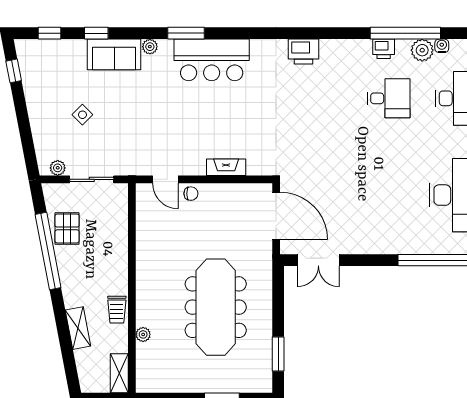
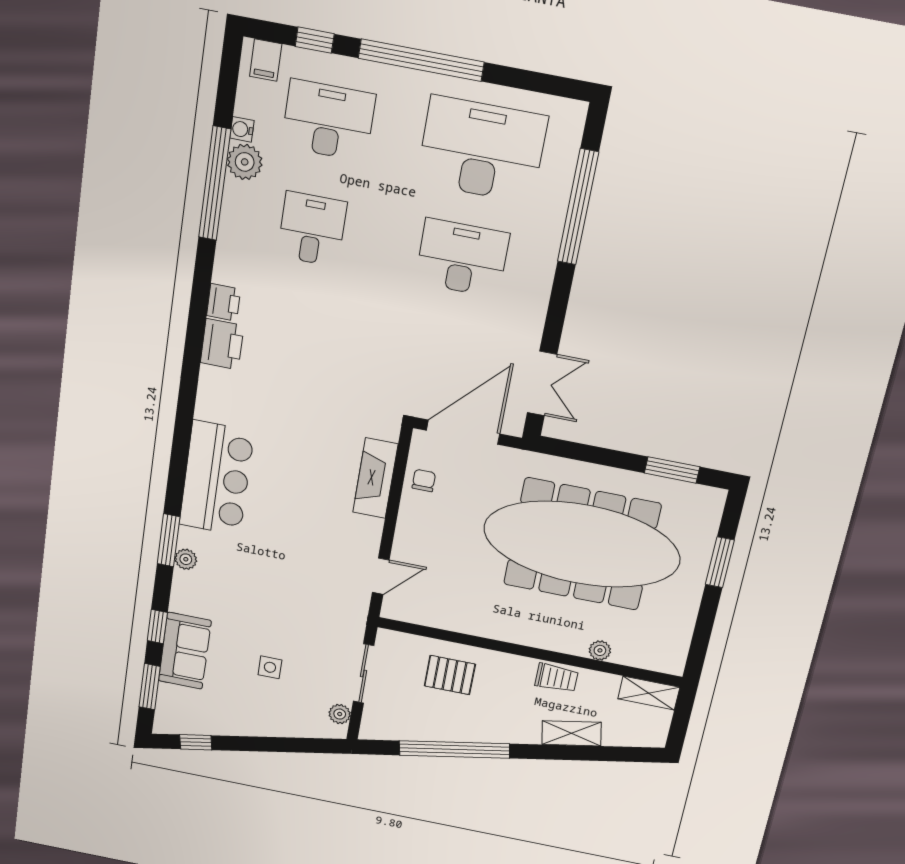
window: (50, 33) -> (150, 687), width x1.50
window: (186, 33) -> (169, 540), moved
printer: (384, 49) -> (224, 302), moved
sofa: (114, 54) -> (185, 651), moved
side table: (82, 115) -> (270, 667), turned 45
fireplace: (226, 167) -> (375, 478), width x1.37, depth x1.32
chair: (191, 194) -> (424, 480), moved
desk: (389, 195) -> (462, 258), added
pallet: (67, 228) -> (450, 675), moved
meeting table: (216, 307) -> (582, 544), width x1.36, depth x1.27

